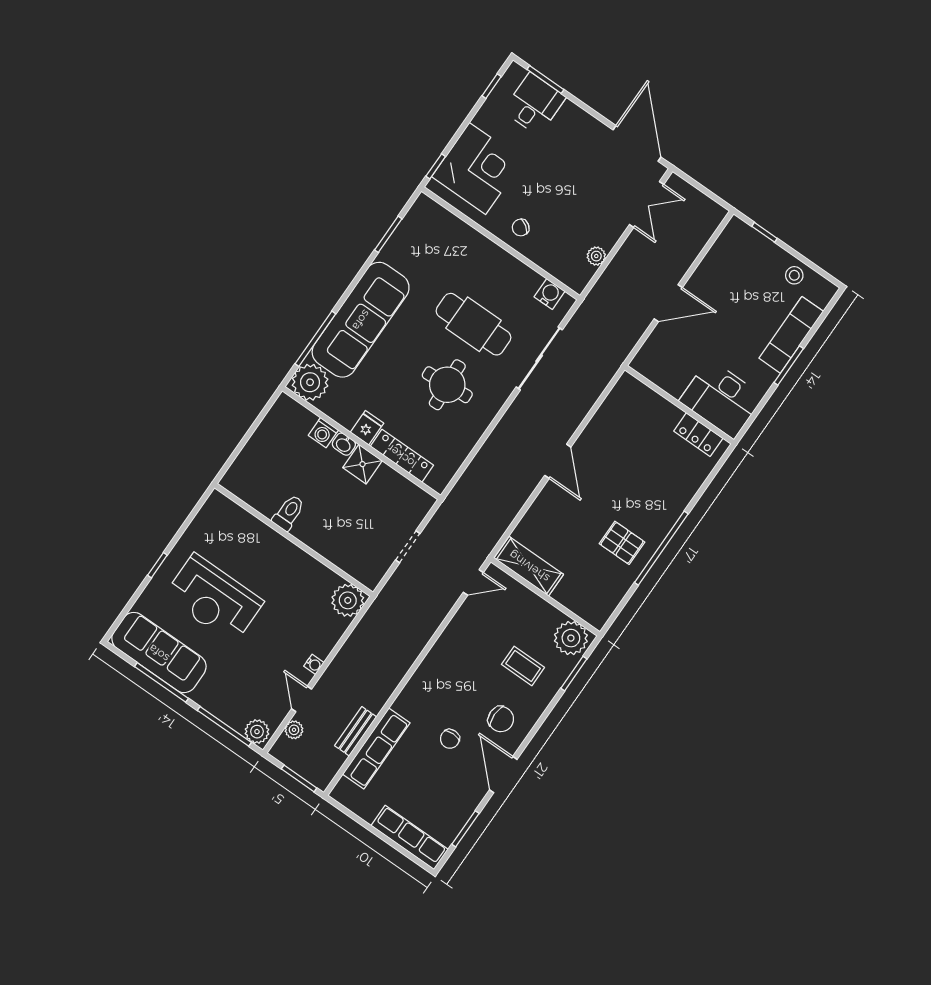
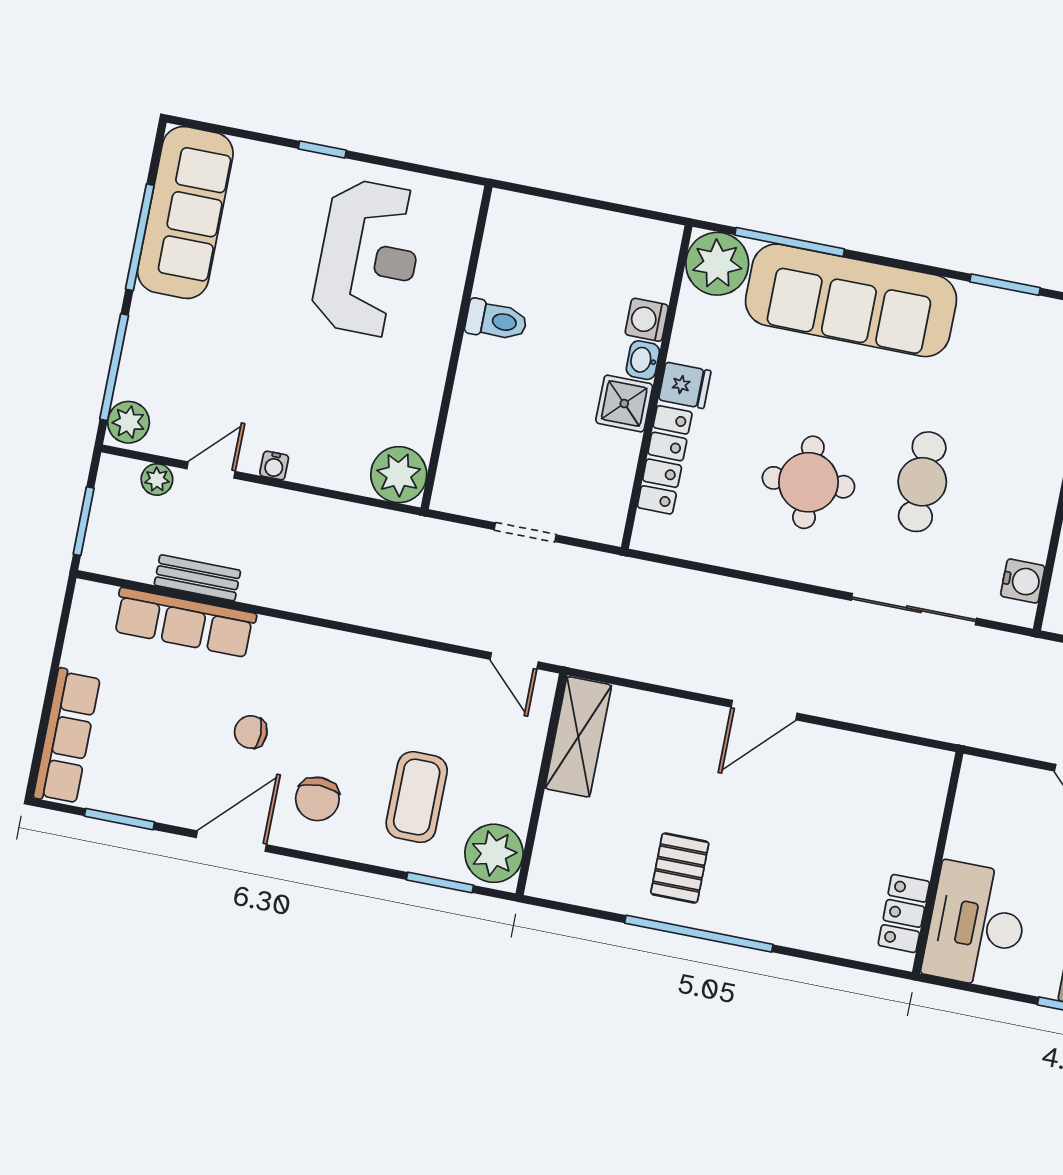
cafe table: (473, 324) -> (922, 482), width x0.73, depth x0.74
reception desk: (214, 599) -> (368, 258), moved, turned 180
coffee table: (523, 666) -> (417, 797), width x1.36, depth x1.30

